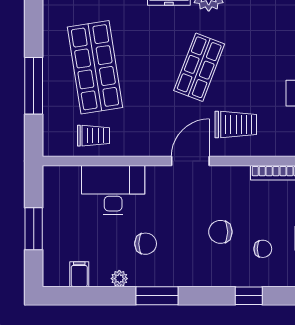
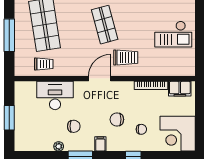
shop shelf: (199, 67) -> (105, 25), turned -36
filing cabinet: (79, 274) -> (100, 144), moved

